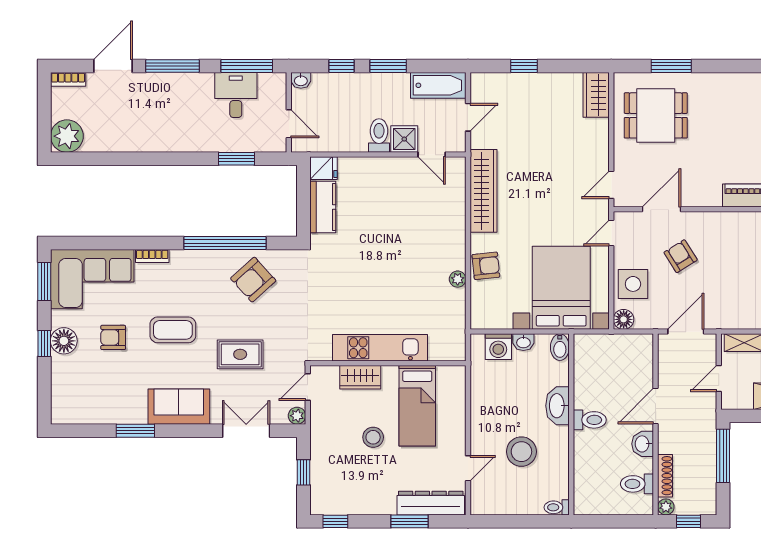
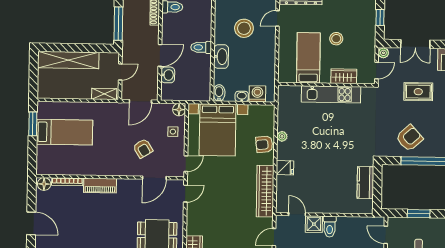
fridge: (323, 168) -> (285, 168), moved, turned 180
side table: (633, 284) -> (173, 132), width x0.54, depth x0.54
washbasin: (643, 444) -> (168, 75), moved

